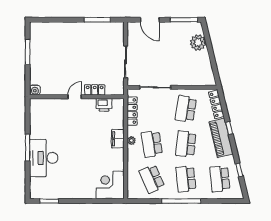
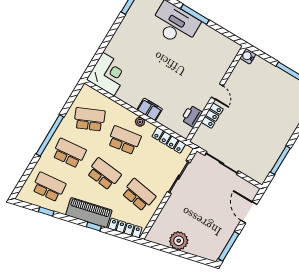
door: (150, 20) -> (249, 212), hinge flipped
plant: (198, 43) -> (179, 241), moved

